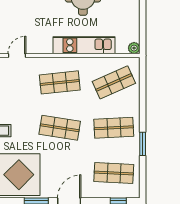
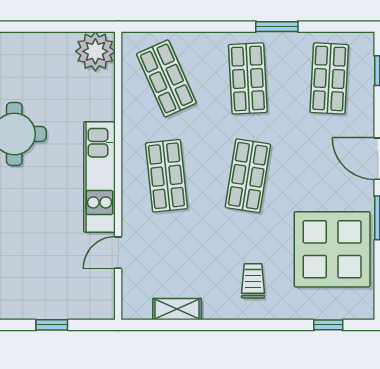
kitchen unit: (84, 45) -> (100, 177), moved
plant: (134, 48) -> (95, 51), width x1.87, depth x1.87
door: (17, 56) -> (118, 253), hinge flipped

